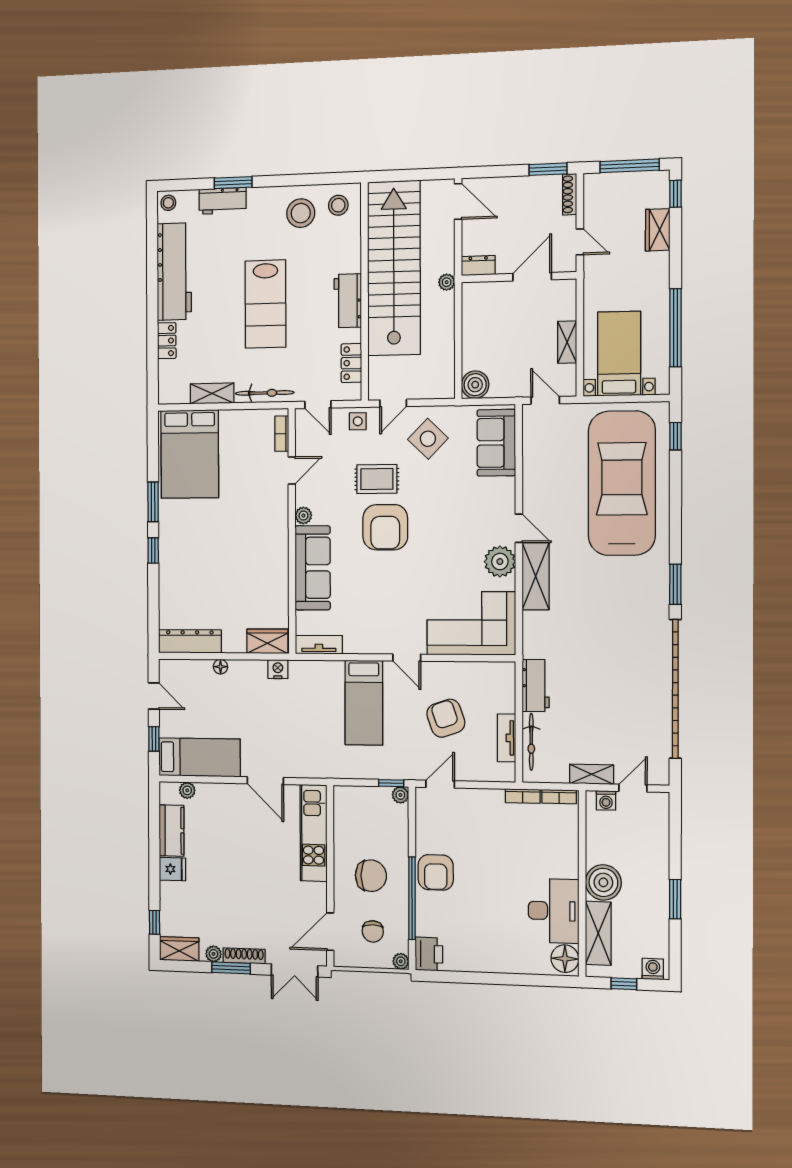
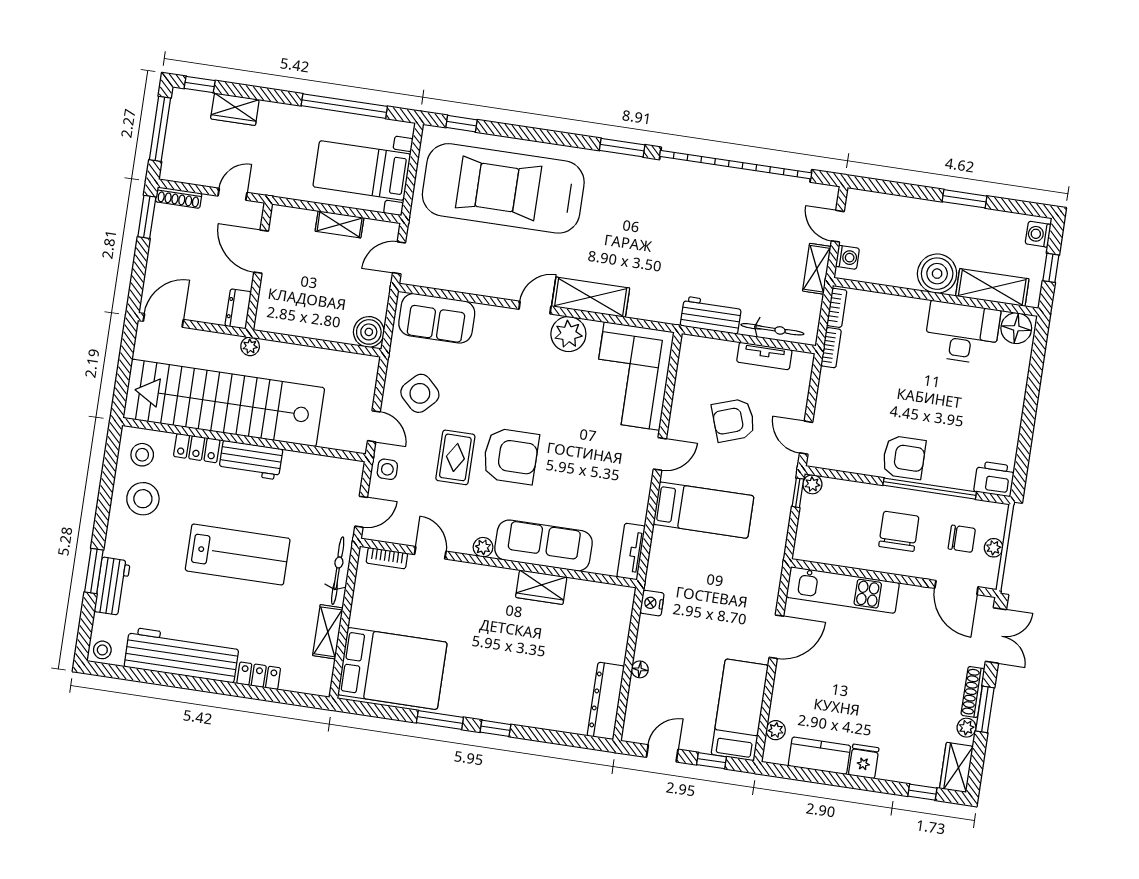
locker: (351, 363) -> (197, 448), moved
wardrobe: (267, 641) -> (541, 587), moved, turned -90
plant: (401, 961) -> (994, 548), moved

